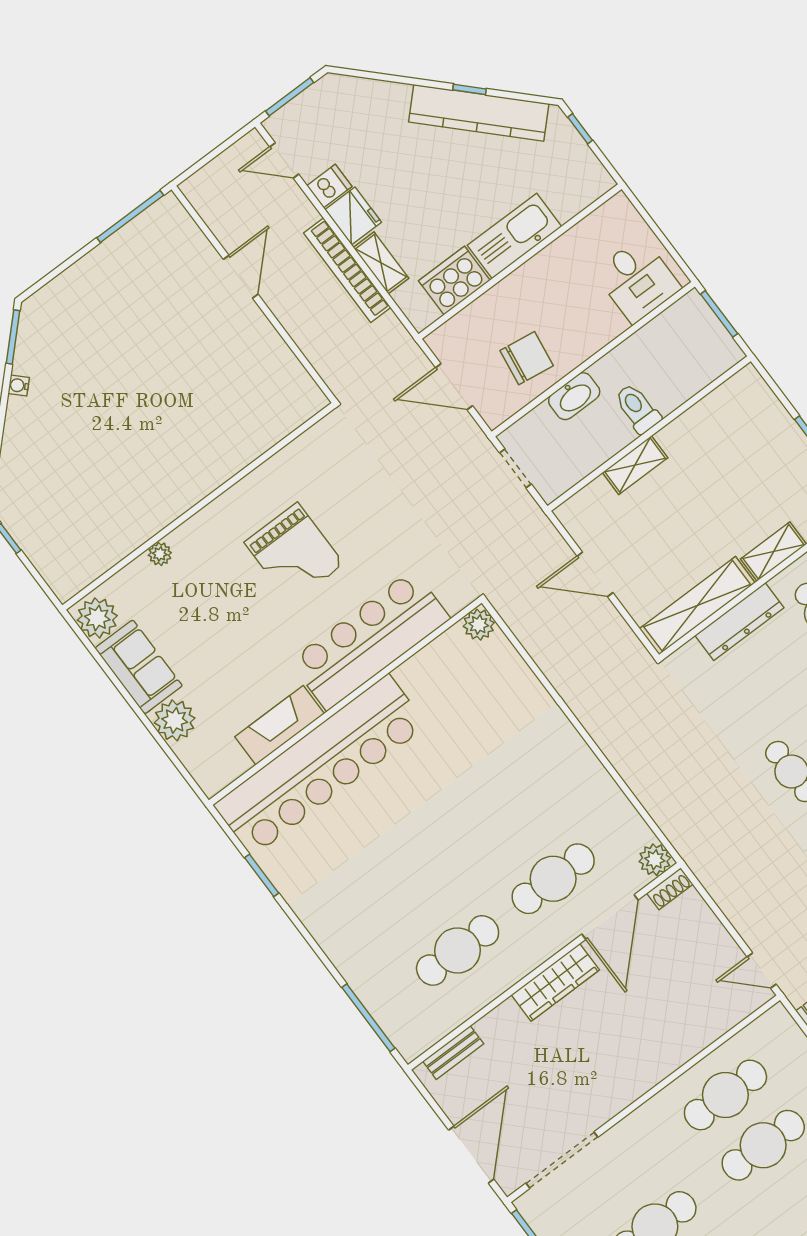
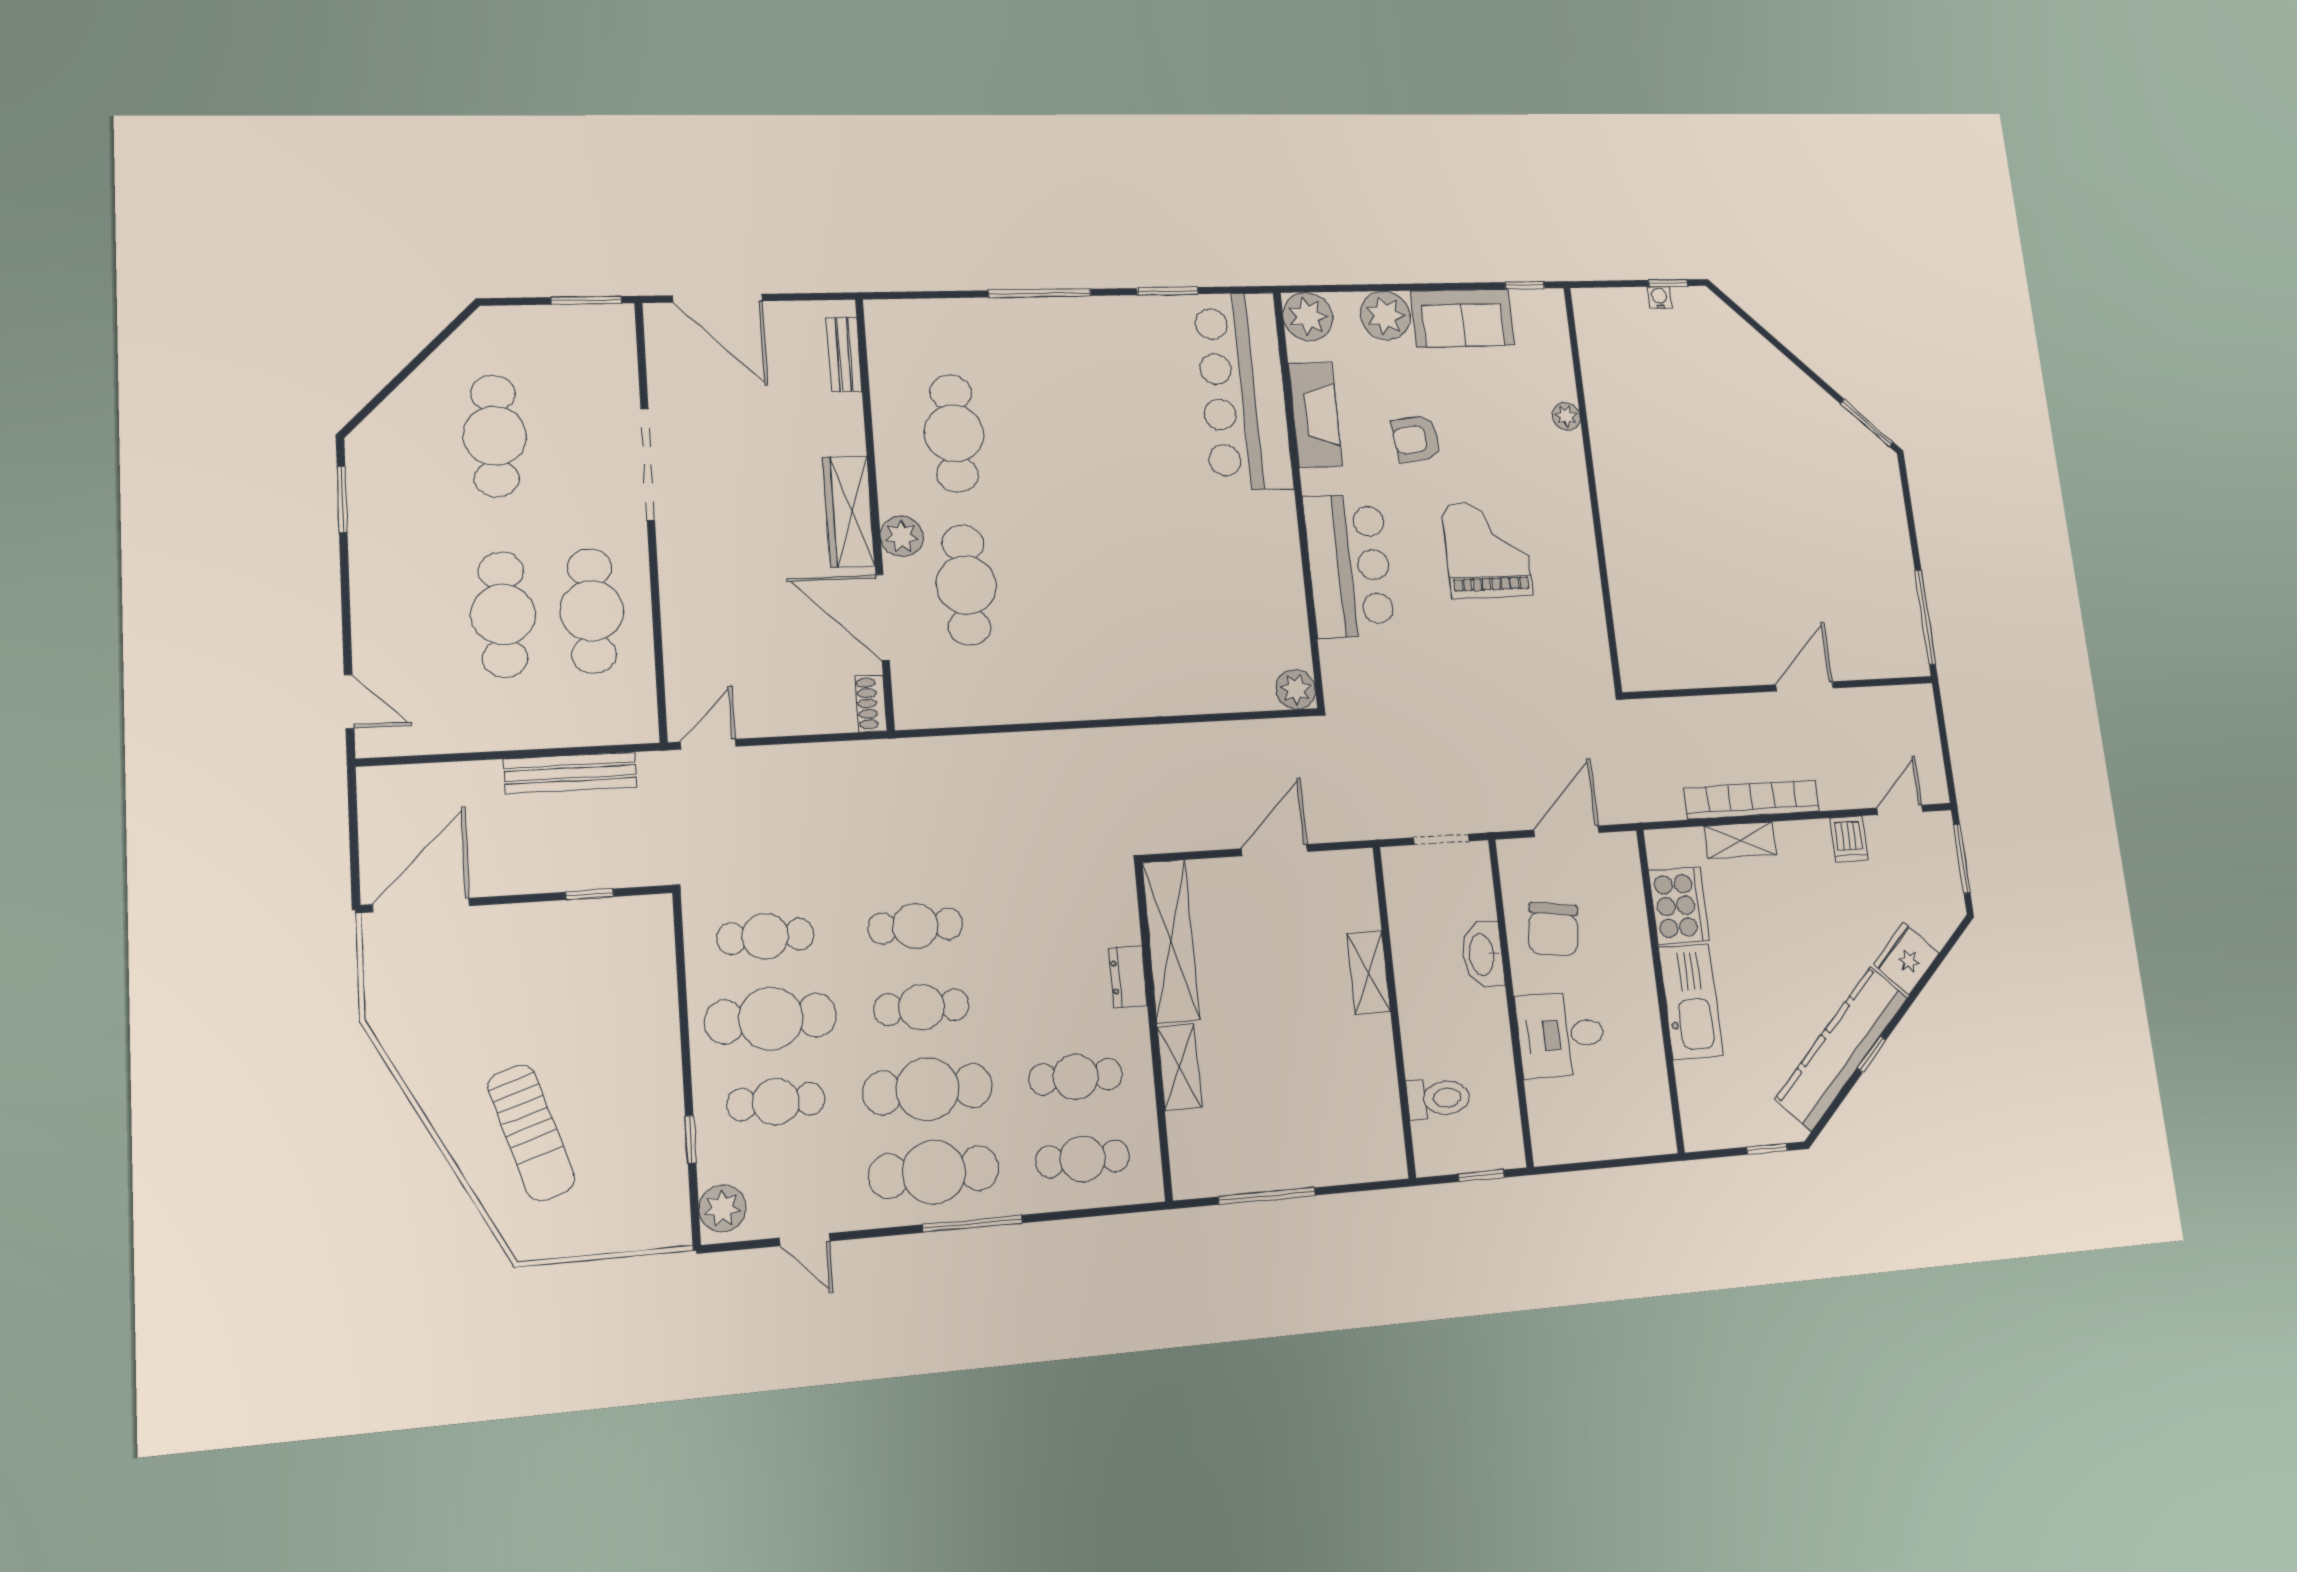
fridge: (353, 216) -> (1906, 959), moved, turned 135
door: (241, 277) -> (1805, 686), swing flipped
desk: (637, 280) -> (1561, 1035), moved
window: (719, 314) -> (1481, 1176), width x0.67
water cooler: (19, 385) -> (1659, 297), moved, turned -45
toilet: (637, 408) -> (1438, 1098), moved
grand piano: (294, 553) -> (1487, 549), turned 90
plant: (97, 618) -> (1308, 317), moved
dresser: (739, 621) -> (1128, 977), width x0.51, depth x0.80
window: (83, 638) -> (1525, 285), added
bar counter: (370, 640) -> (1349, 566), width x0.73
armchair: (249, 647) -> (1416, 439), added
bar counter: (320, 765) -> (1243, 391), width x0.73
plant: (655, 860) -> (902, 536), moved
window: (368, 1018) -> (1040, 293), moved
doorway: (562, 1160) -> (648, 465), moved

